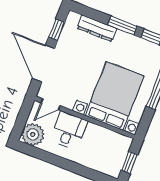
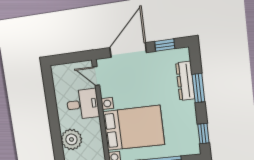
window: (122, 25) -> (198, 88), moved
plant: (33, 134) -> (71, 139), moved

